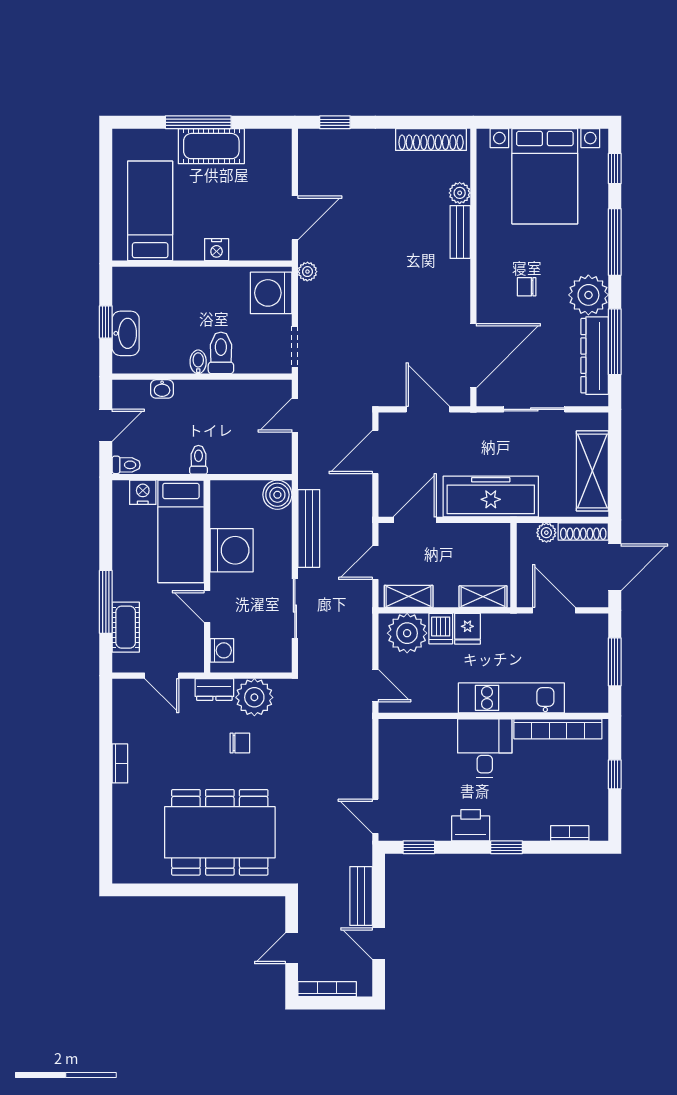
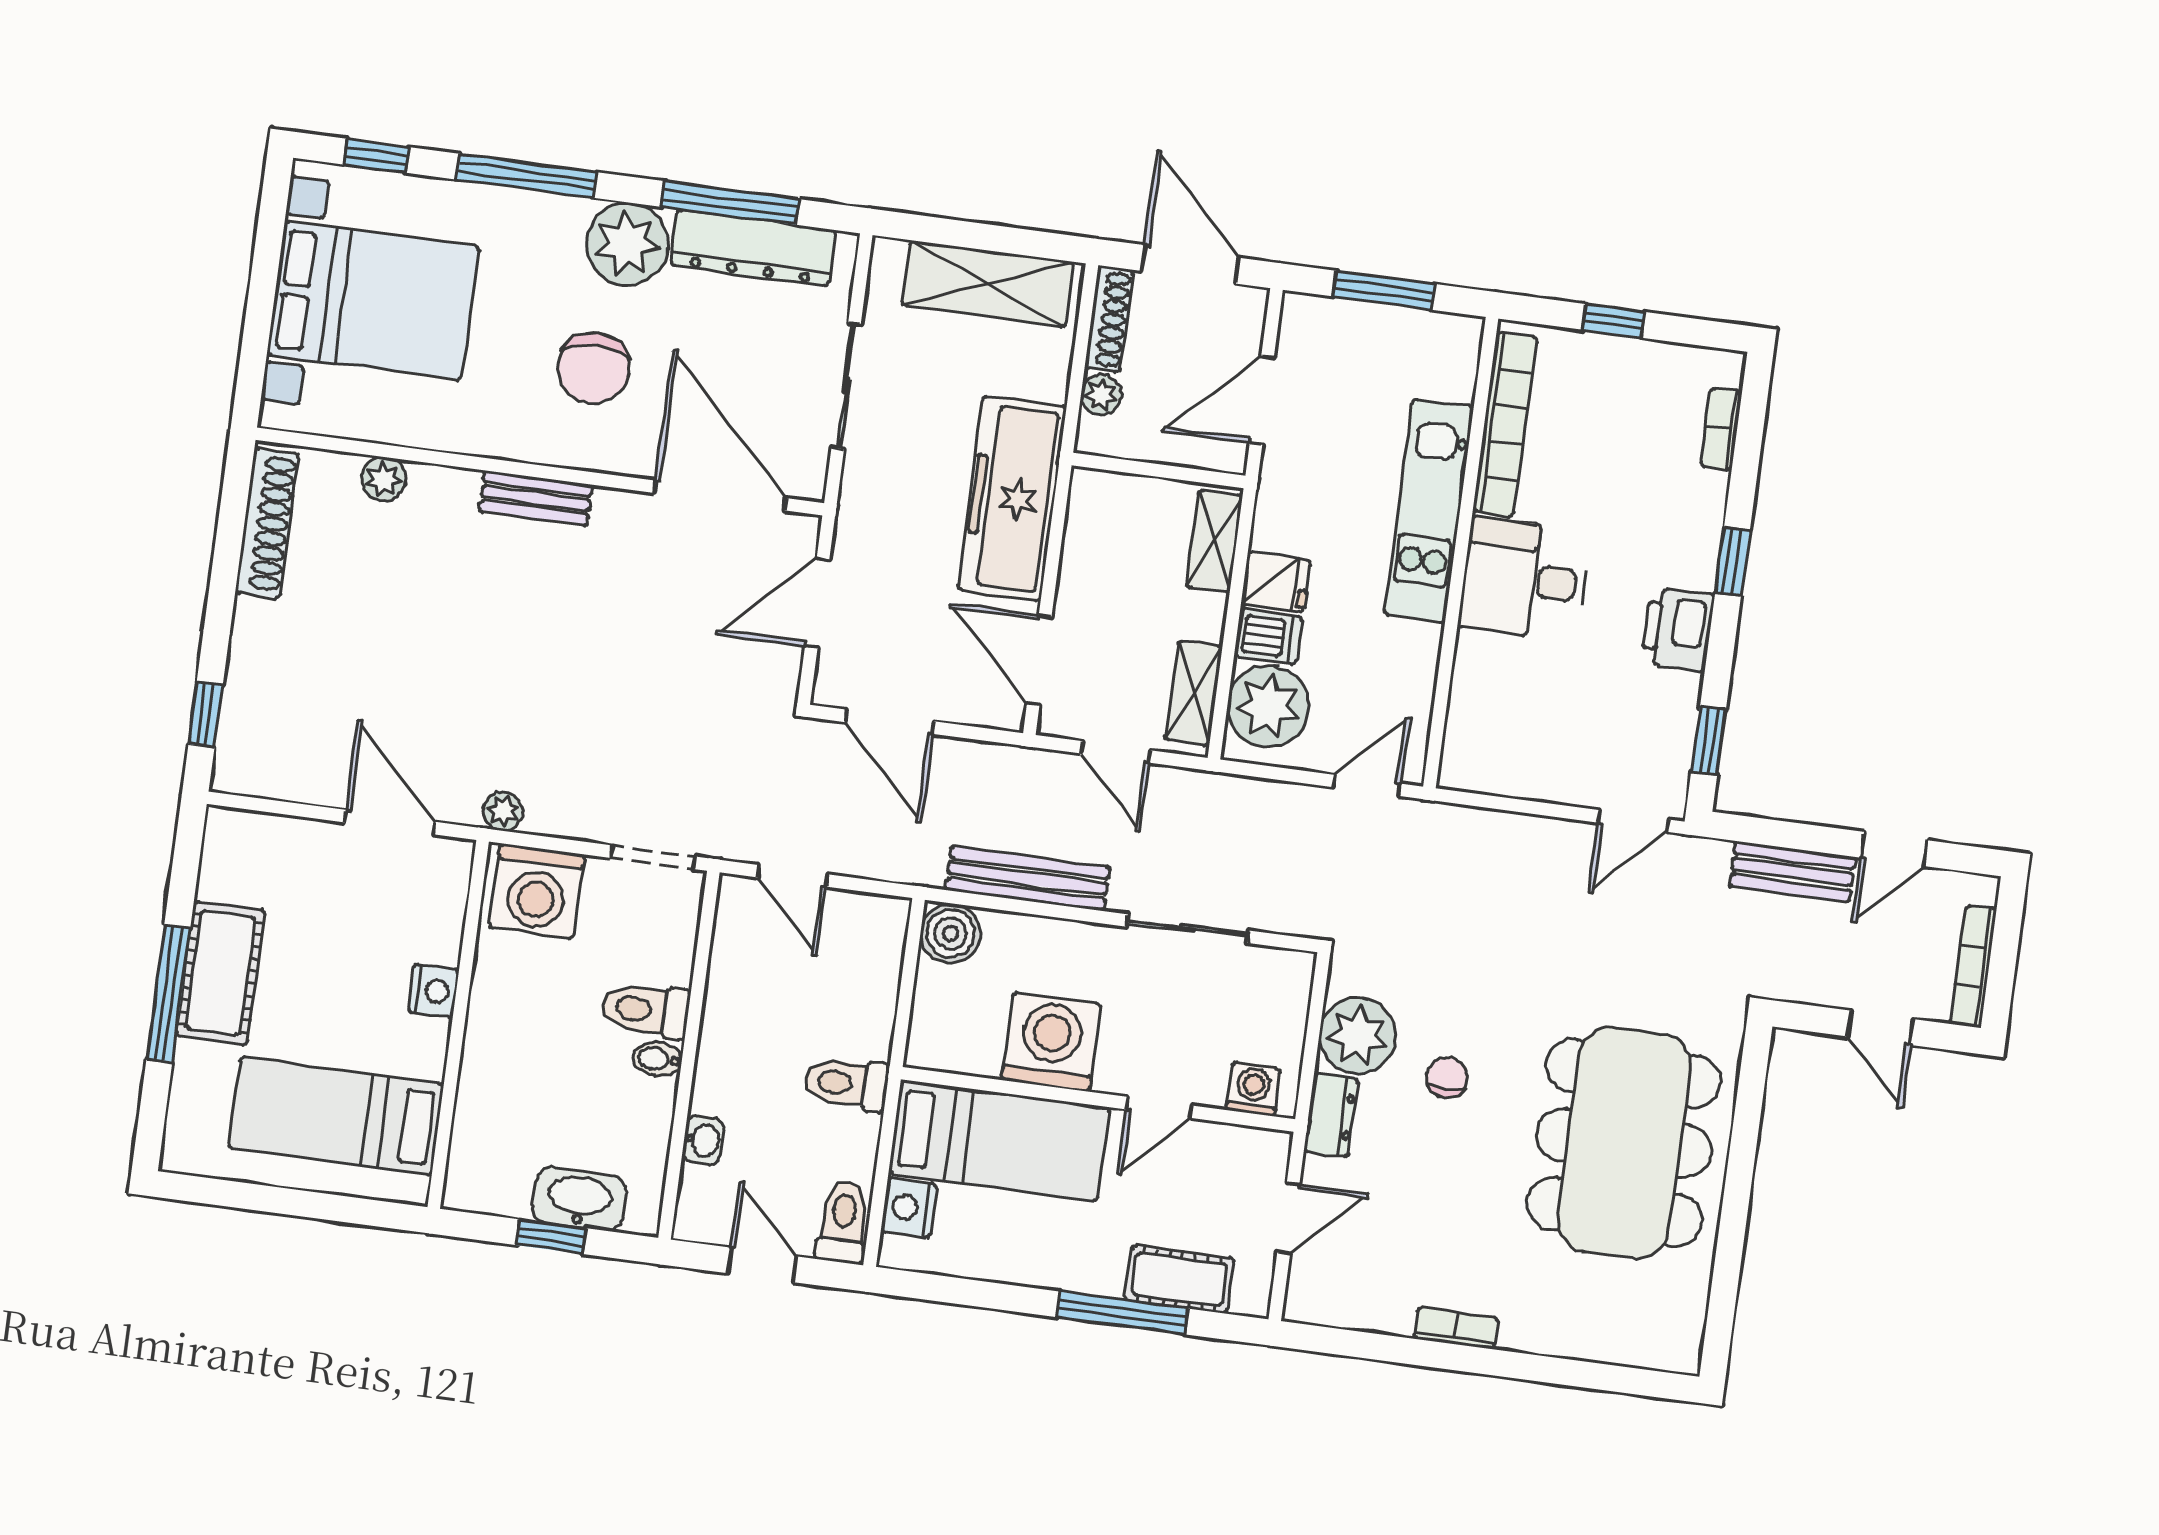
bench: (460, 232) -> (536, 498), moved
chair: (527, 287) -> (594, 368), width x1.87, depth x1.87
toilet: (198, 460) -> (846, 1083), width x1.37, depth x1.39
toilet: (126, 465) -> (843, 1222), width x1.37, depth x1.39

